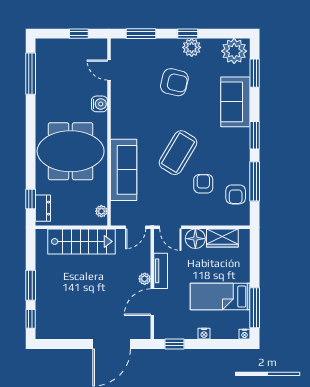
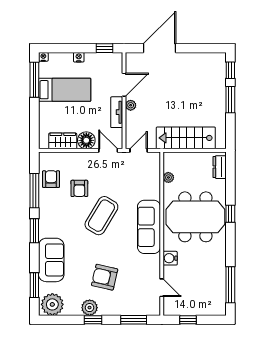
sofa: (124, 170) -> (149, 227), moved
window: (31, 199) -> (230, 214), moved
plant: (101, 211) -> (168, 177), moved

